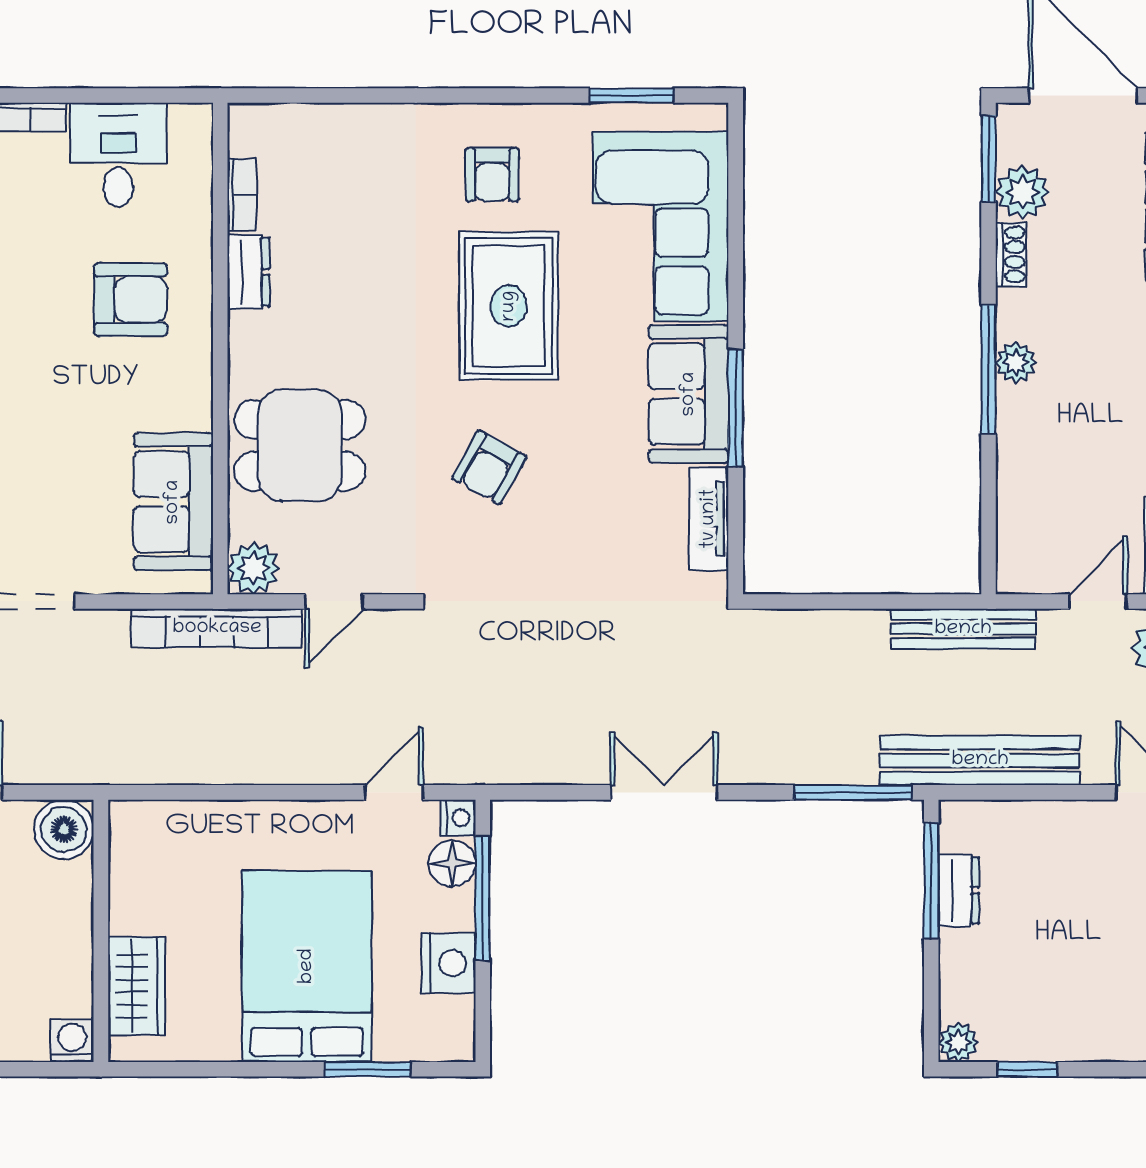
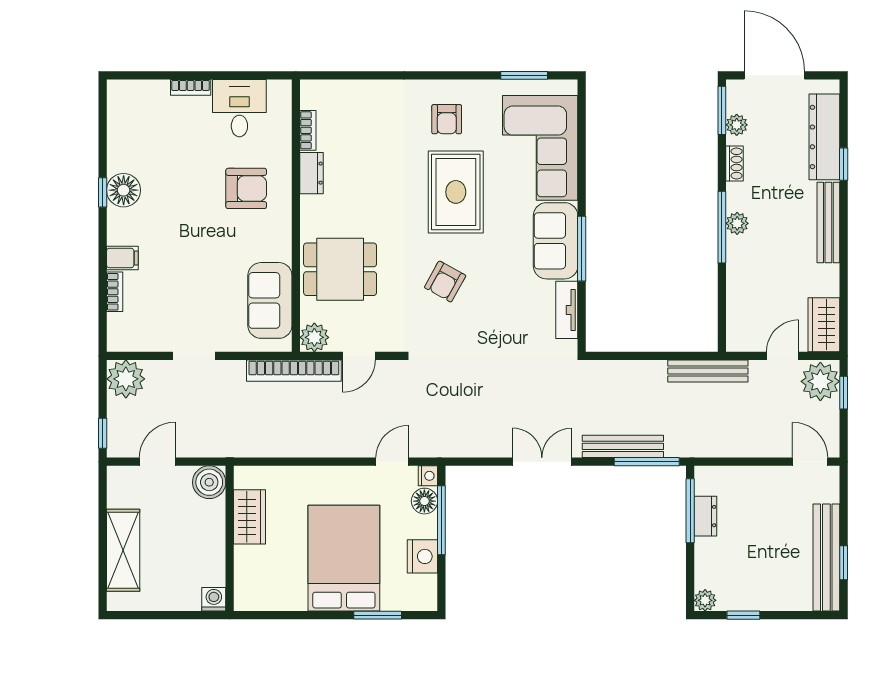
plant: (1022, 192) -> (737, 125), width x0.73, depth x0.73
bench: (980, 760) -> (623, 446), moved, width x0.73, depth x0.82
wardrobe: (137, 986) -> (249, 517), moved

